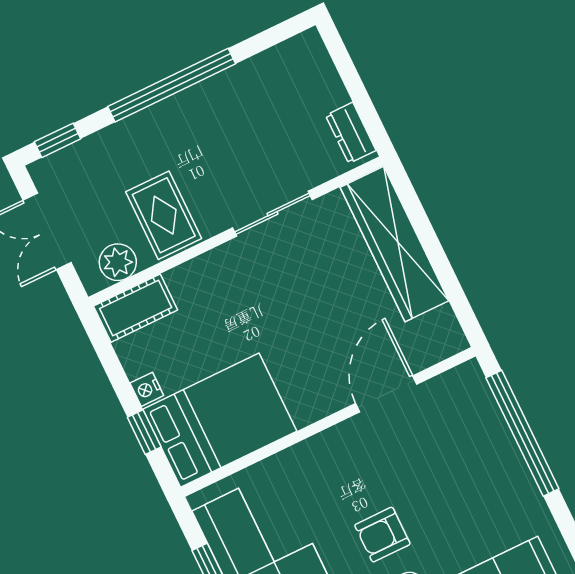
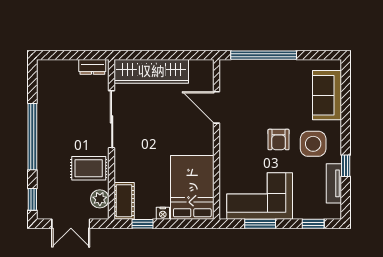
sliding door: (272, 214) -> (112, 119), width x1.37
window: (144, 432) -> (143, 224), moved

